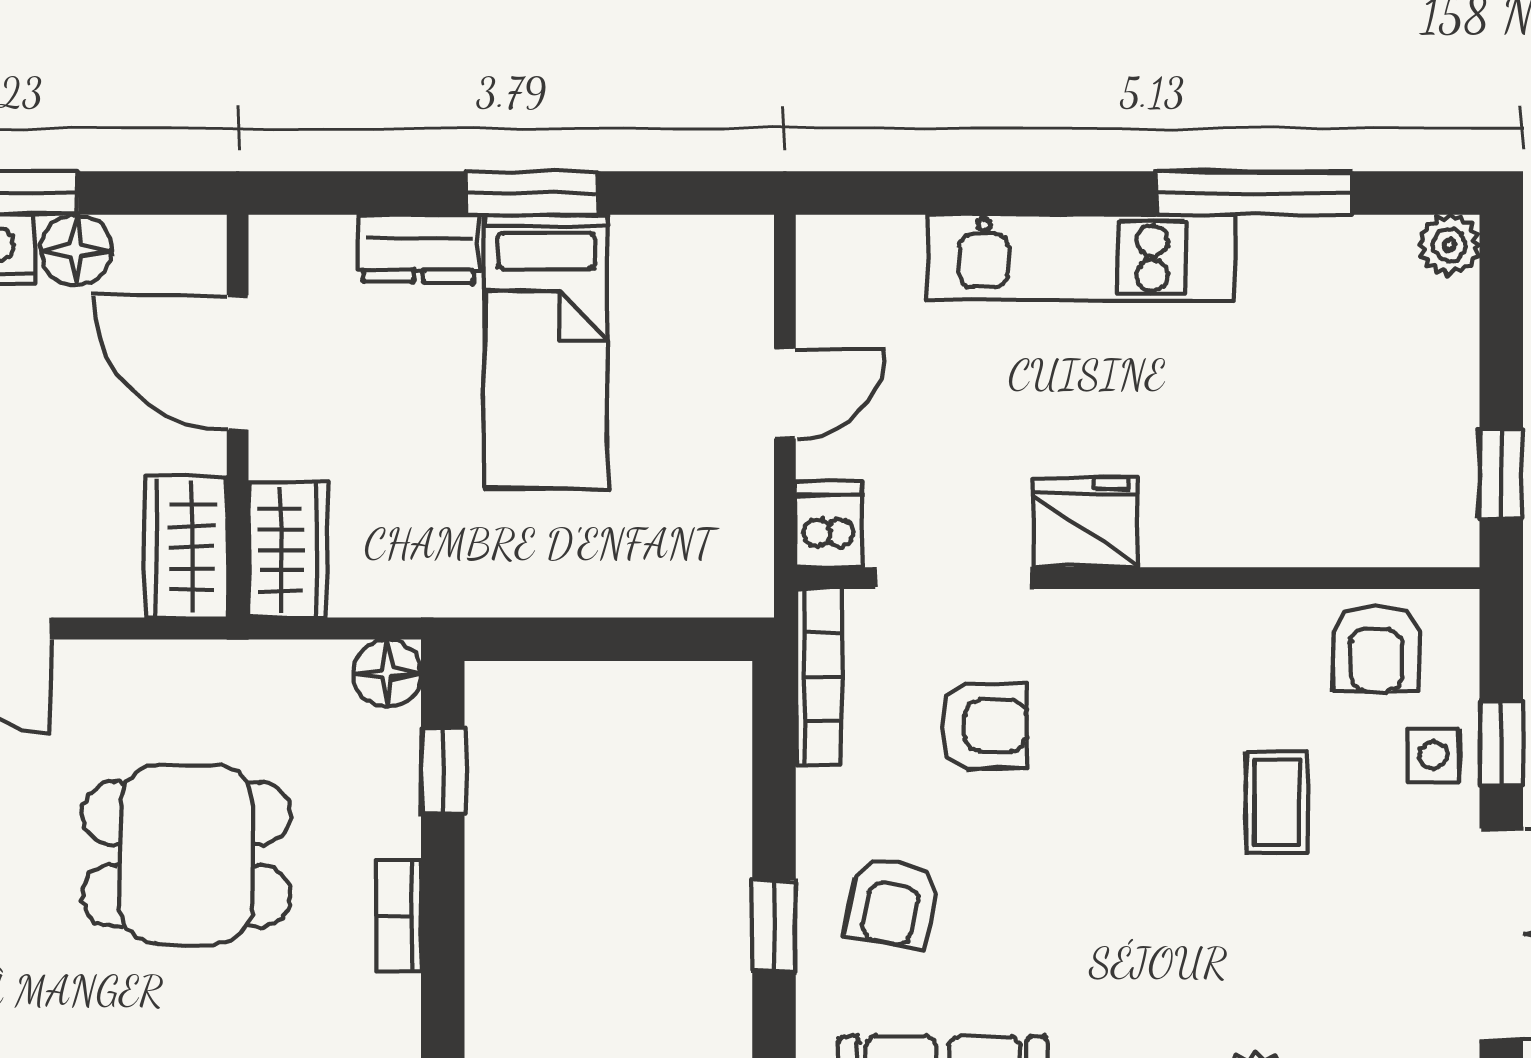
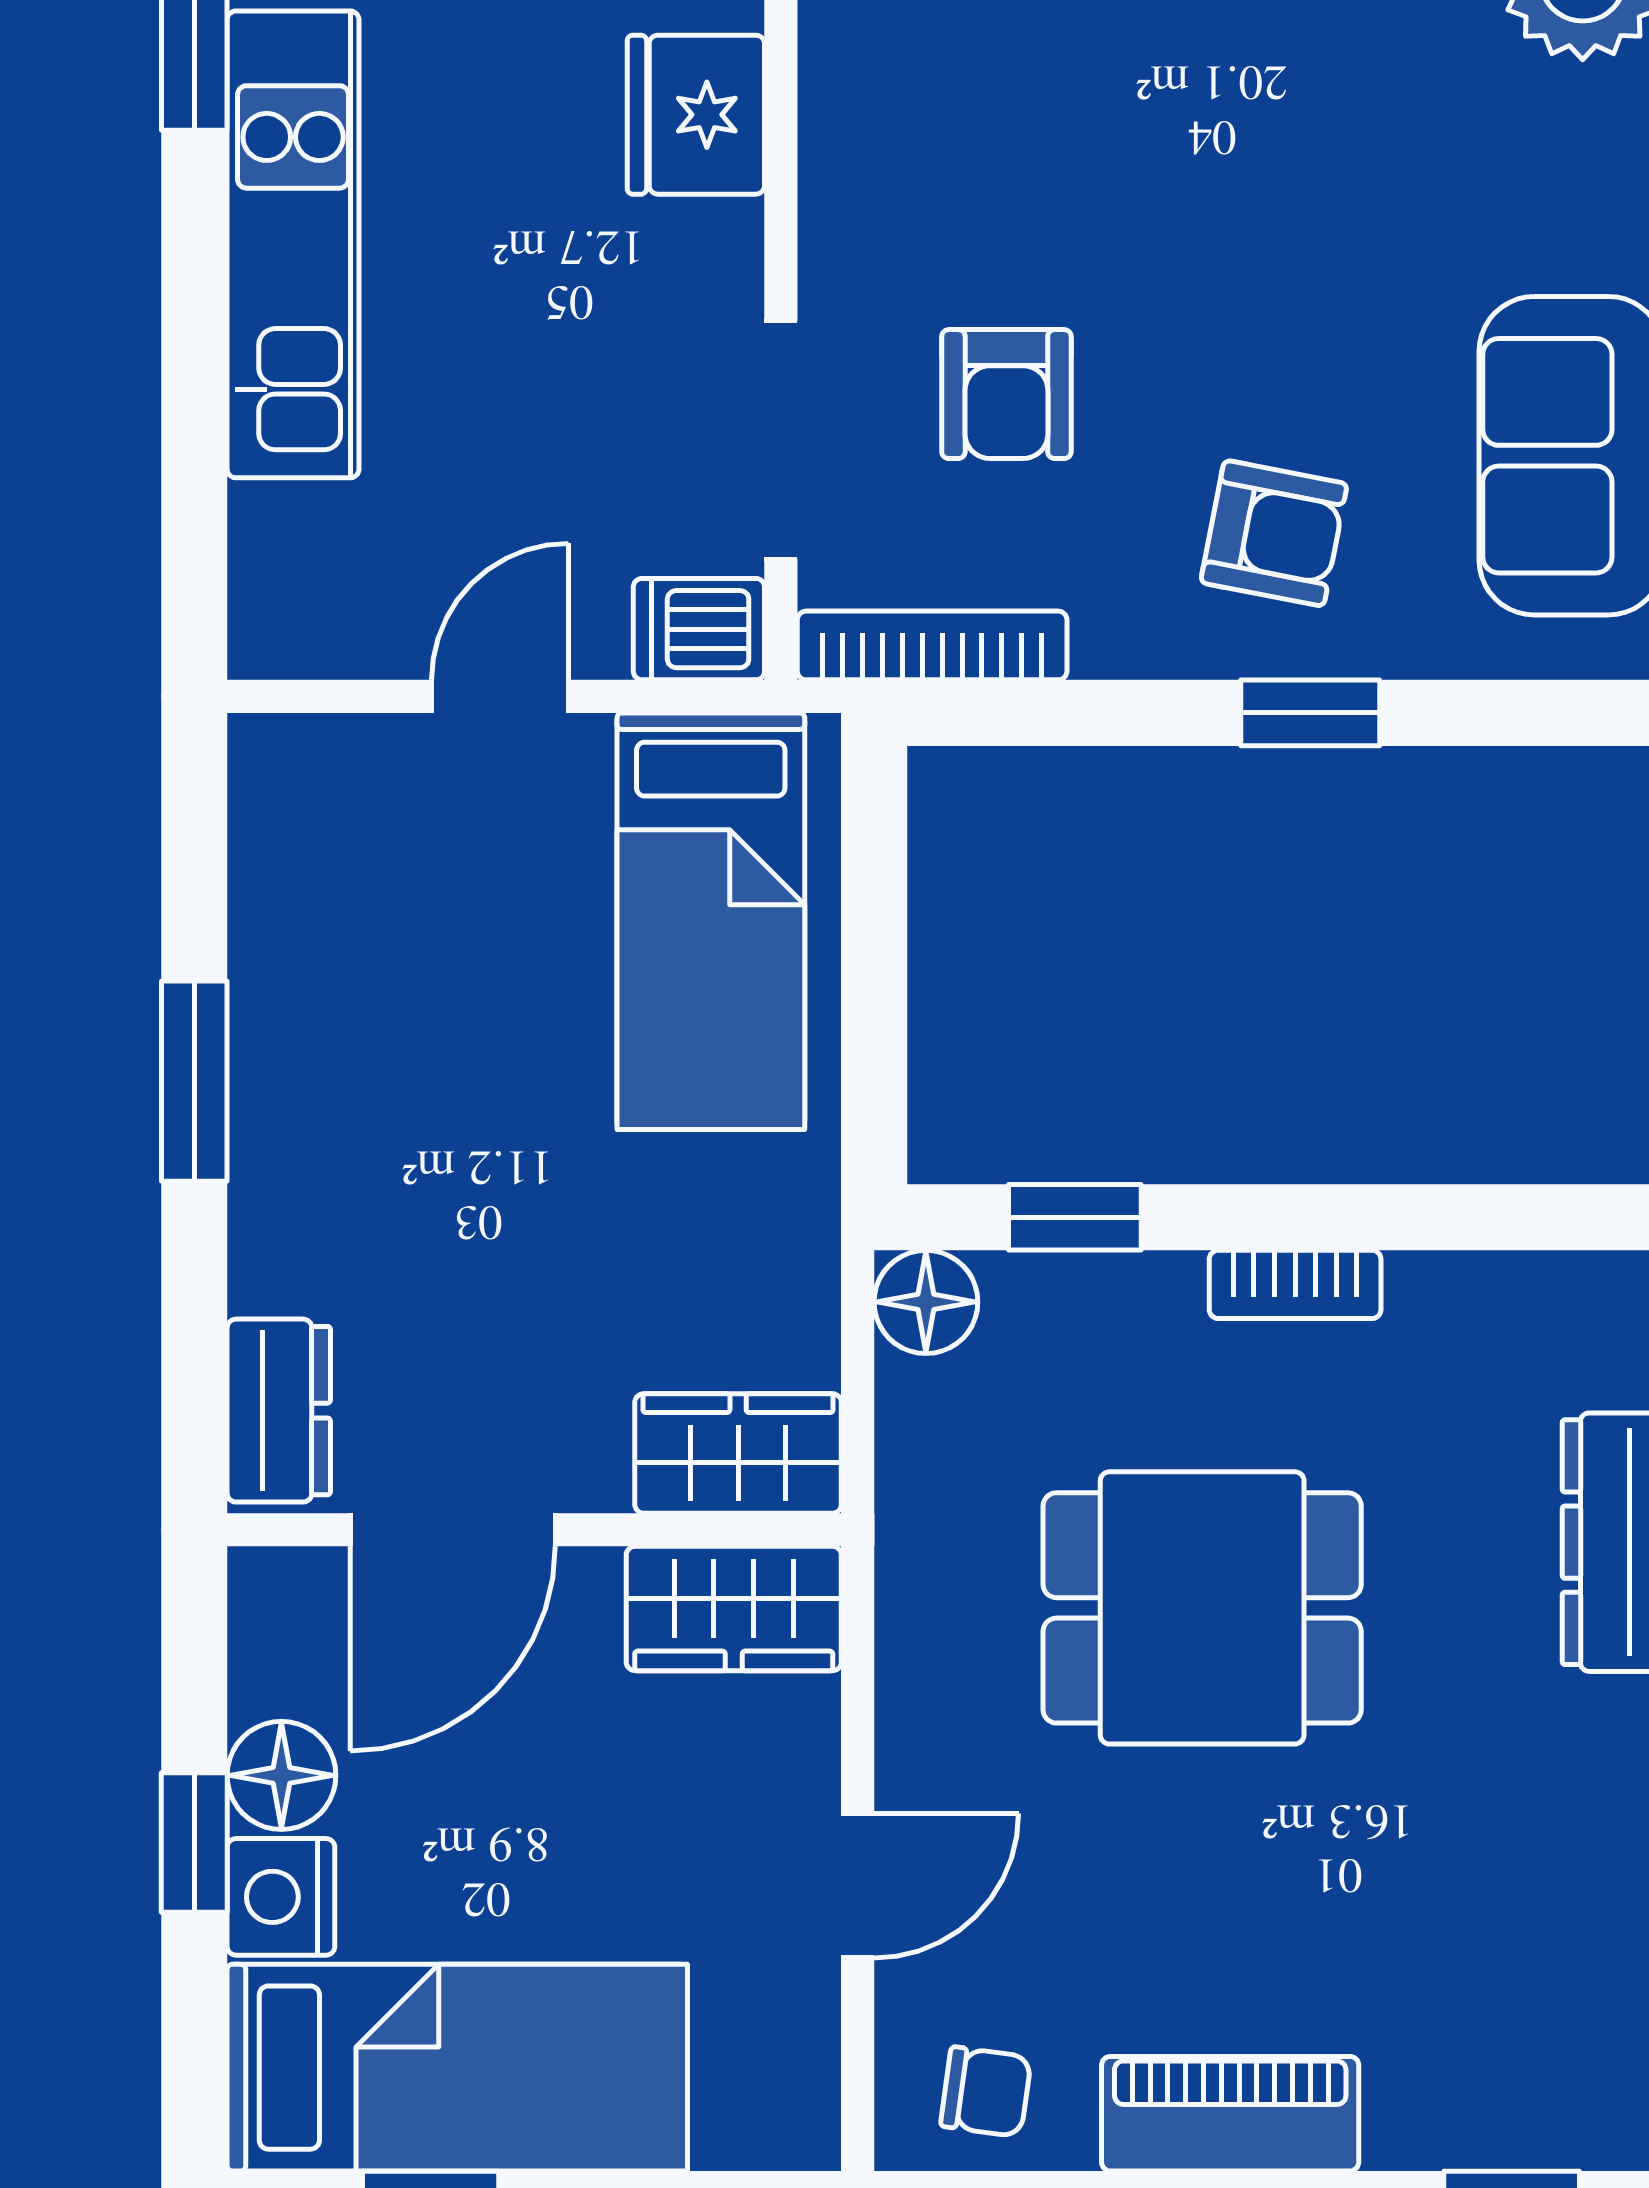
dresser: (418, 248) -> (279, 1411), moved
bed: (546, 351) -> (711, 921), moved, turned 90
door: (785, 394) -> (500, 696), hinge flipped
fridge: (1085, 522) -> (696, 115), moved
armchair: (983, 726) -> (1006, 394), turned 180
dining table: (186, 855) -> (1202, 1608), turned 90

